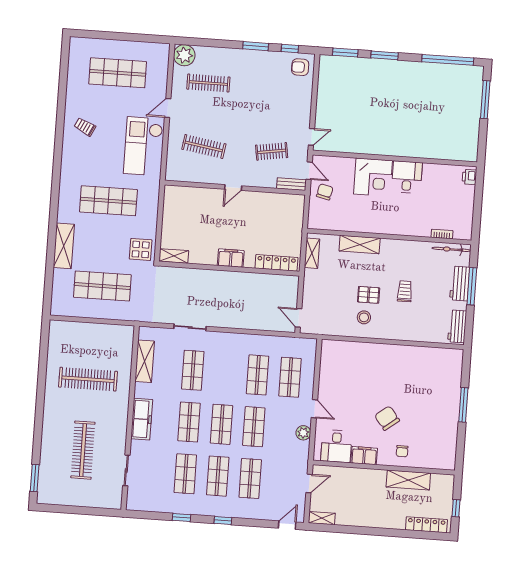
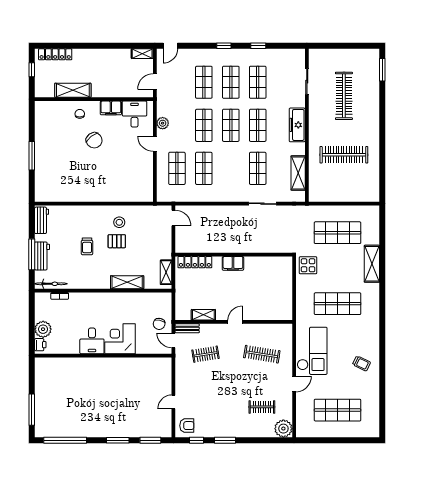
clothes rail: (208, 83) -> (262, 407), width x0.73
door: (311, 137) -> (173, 402), moved
plant: (465, 195) -> (43, 329), added
shelving: (174, 256) -> (203, 315), moved

